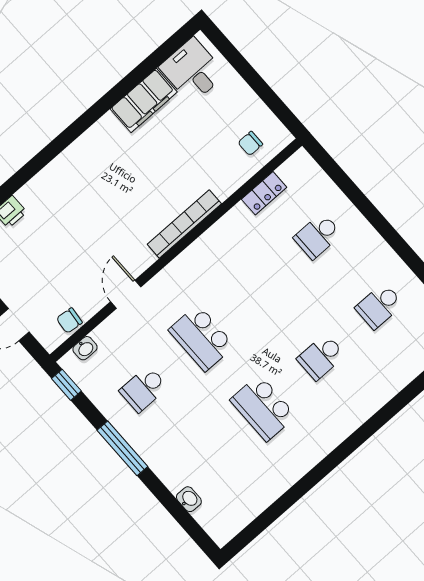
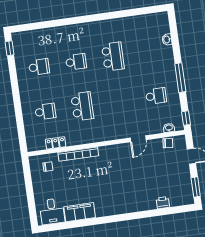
bookcase: (184, 224) -> (78, 154), moved
school desk: (202, 338) -> (82, 106), moved

